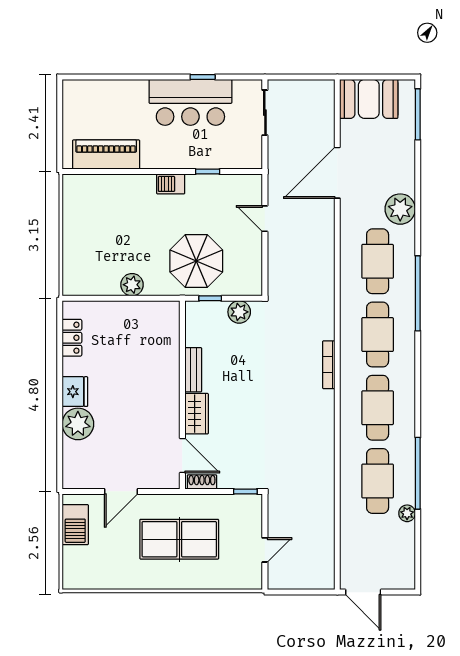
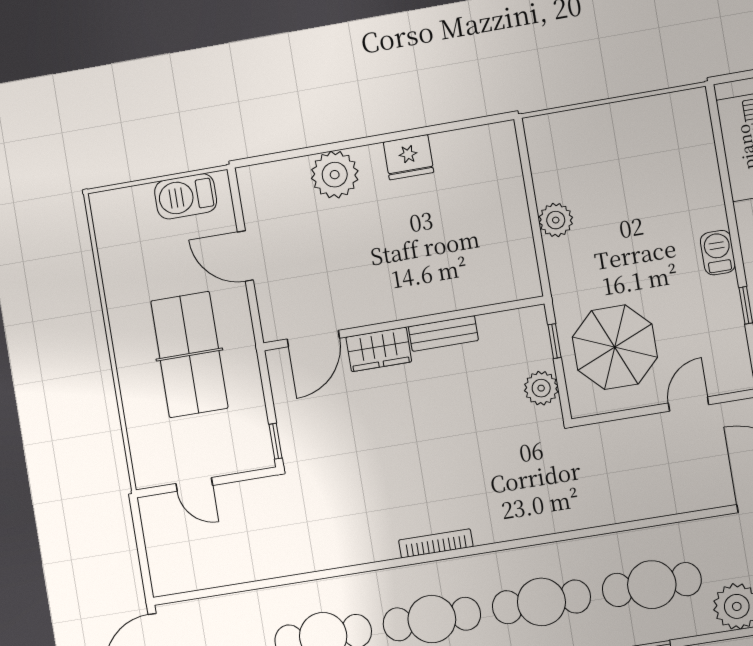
parasol: (196, 261) -> (615, 347), moved
locker: (72, 338) -> (461, 143), removed
bookcase: (329, 365) -> (436, 543), moved
fridge: (75, 392) -> (409, 157), moved
shoe rack: (202, 482) -> (279, 374), removed

